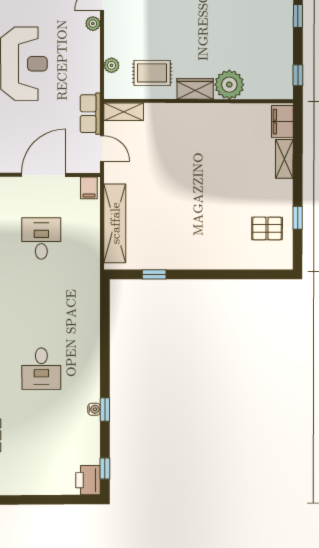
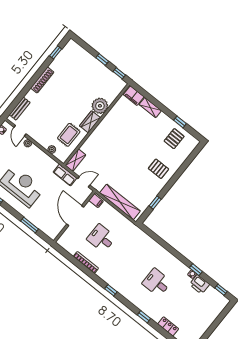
window: (298, 16) -> (102, 60), moved
pallet: (206, 241) -> (158, 169), added
desk: (41, 369) -> (157, 283), turned 180
printer: (88, 480) -> (199, 284), moved

